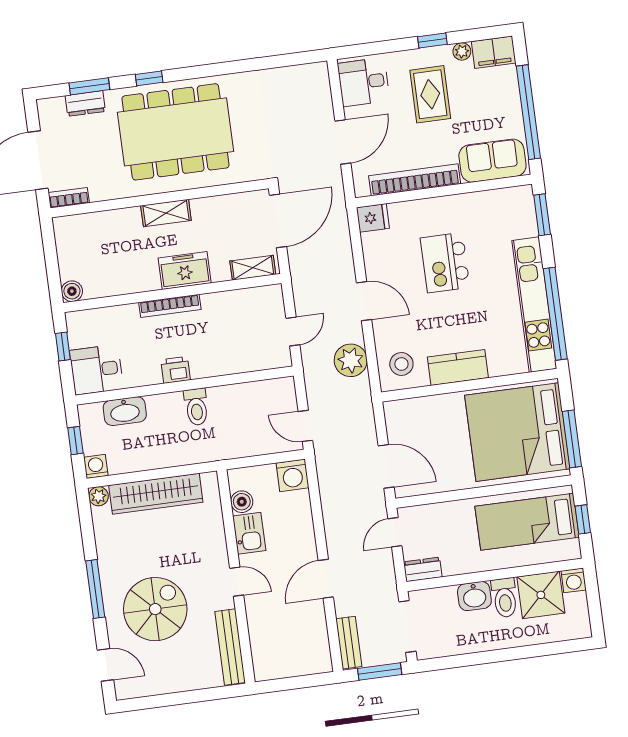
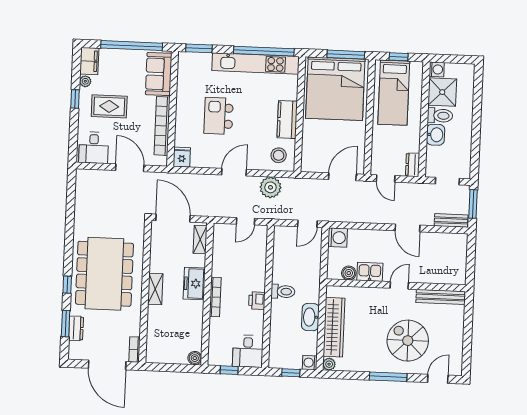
kitchen island: (445, 263) -> (219, 116), turned 90
door: (293, 331) -> (245, 221), swing flipped
washbasin: (125, 411) -> (310, 317), moved, turned 180
doorway: (407, 627) -> (447, 181), width x0.73

